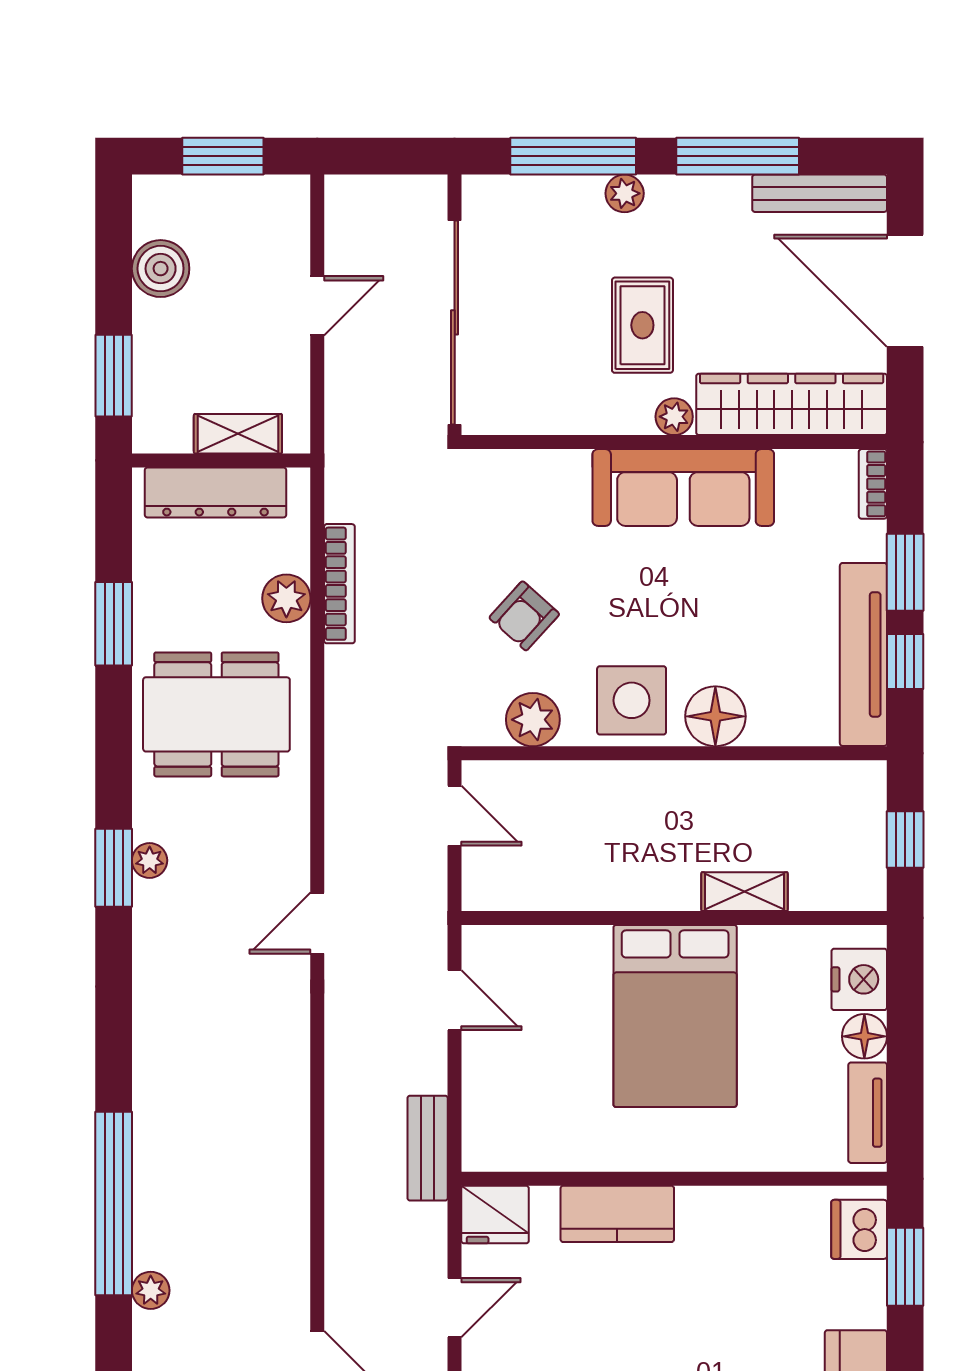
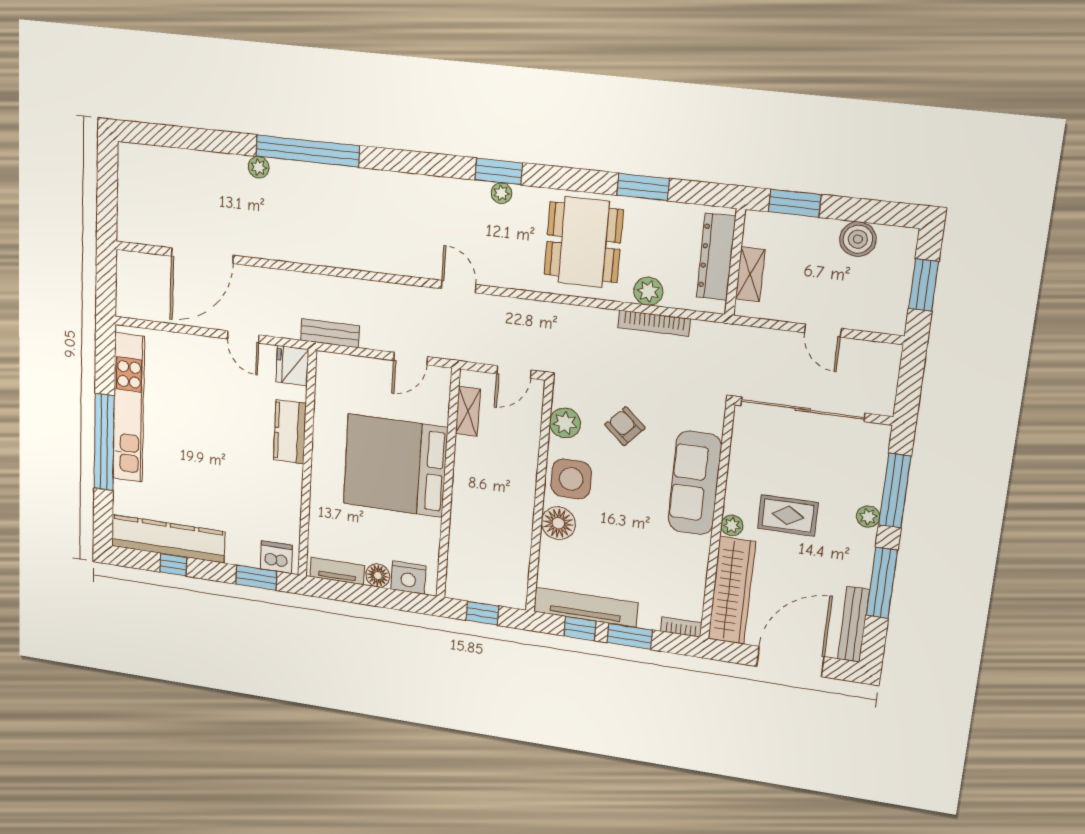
sofa: (683, 488) -> (695, 483), moved
shelving: (745, 892) -> (468, 411), moved
bed: (675, 1016) -> (395, 466), width x1.36

